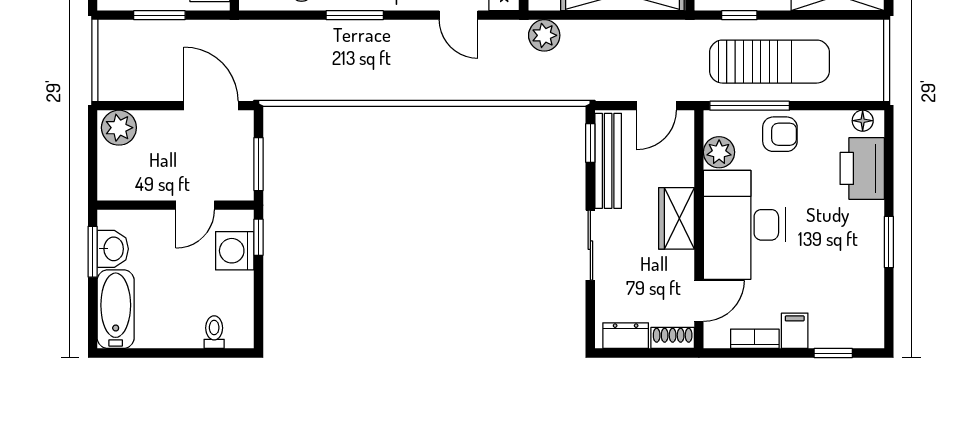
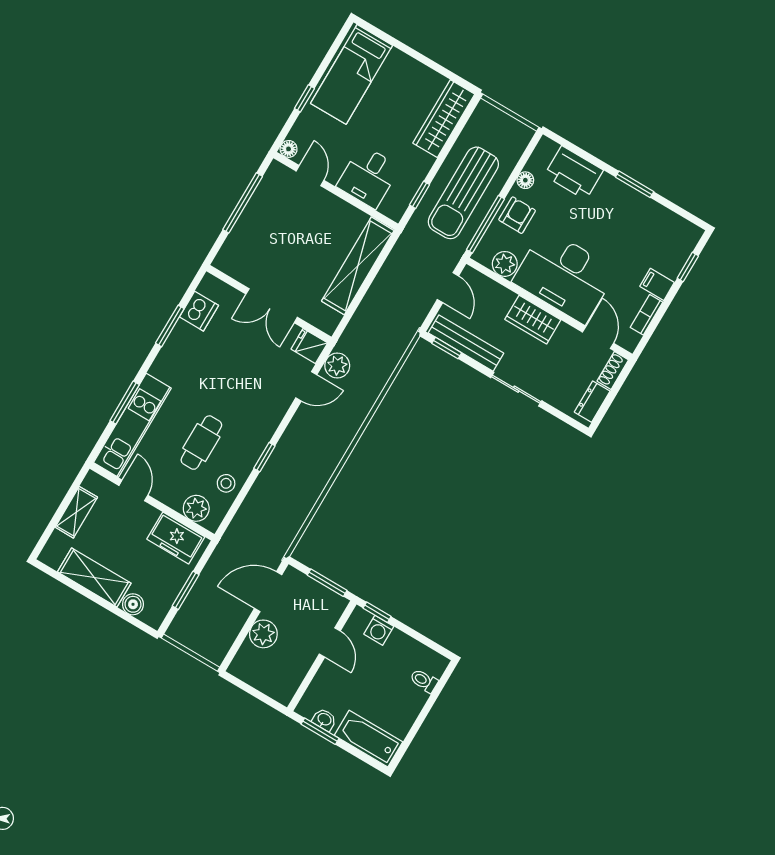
window: (355, 15) -> (264, 457), width x0.67
plant: (544, 35) -> (337, 366), moved
sun lounger: (770, 62) -> (463, 193), turned 180
floor lamp: (863, 121) -> (525, 180), moved
plant: (119, 128) -> (263, 634), moved
washbasin: (113, 249) -> (324, 720), width x0.72, depth x0.69
washing machine: (235, 251) -> (379, 630), width x0.73, depth x0.73

